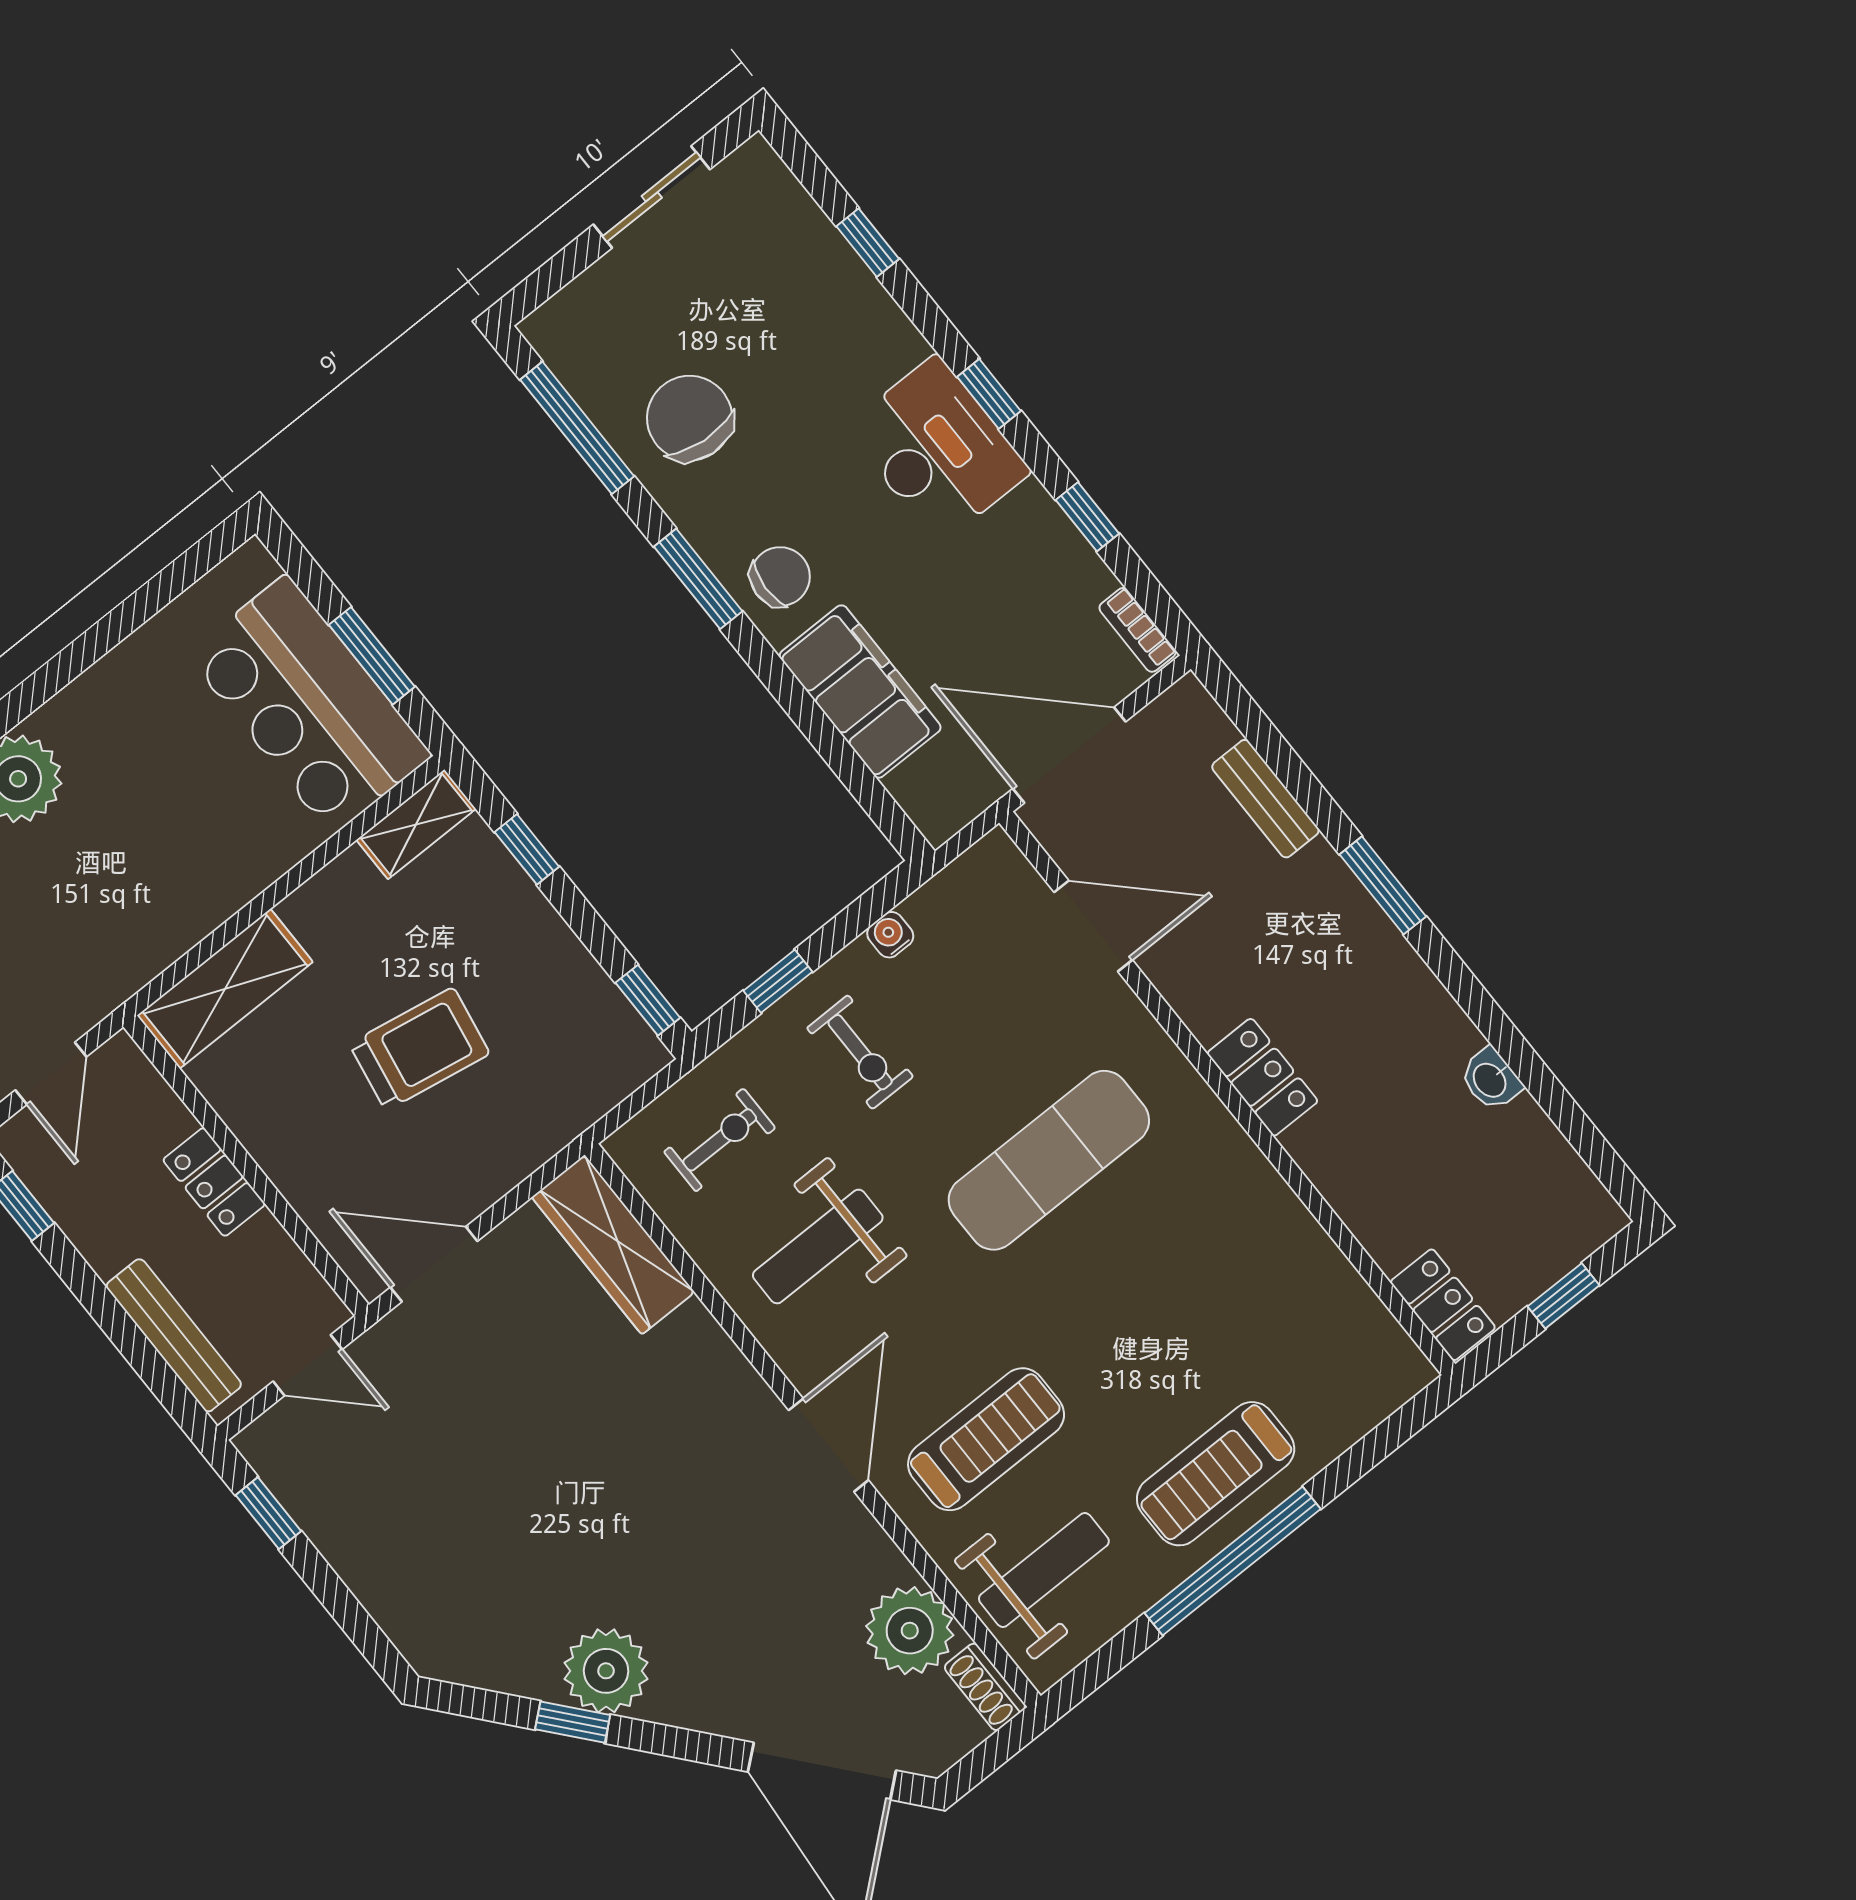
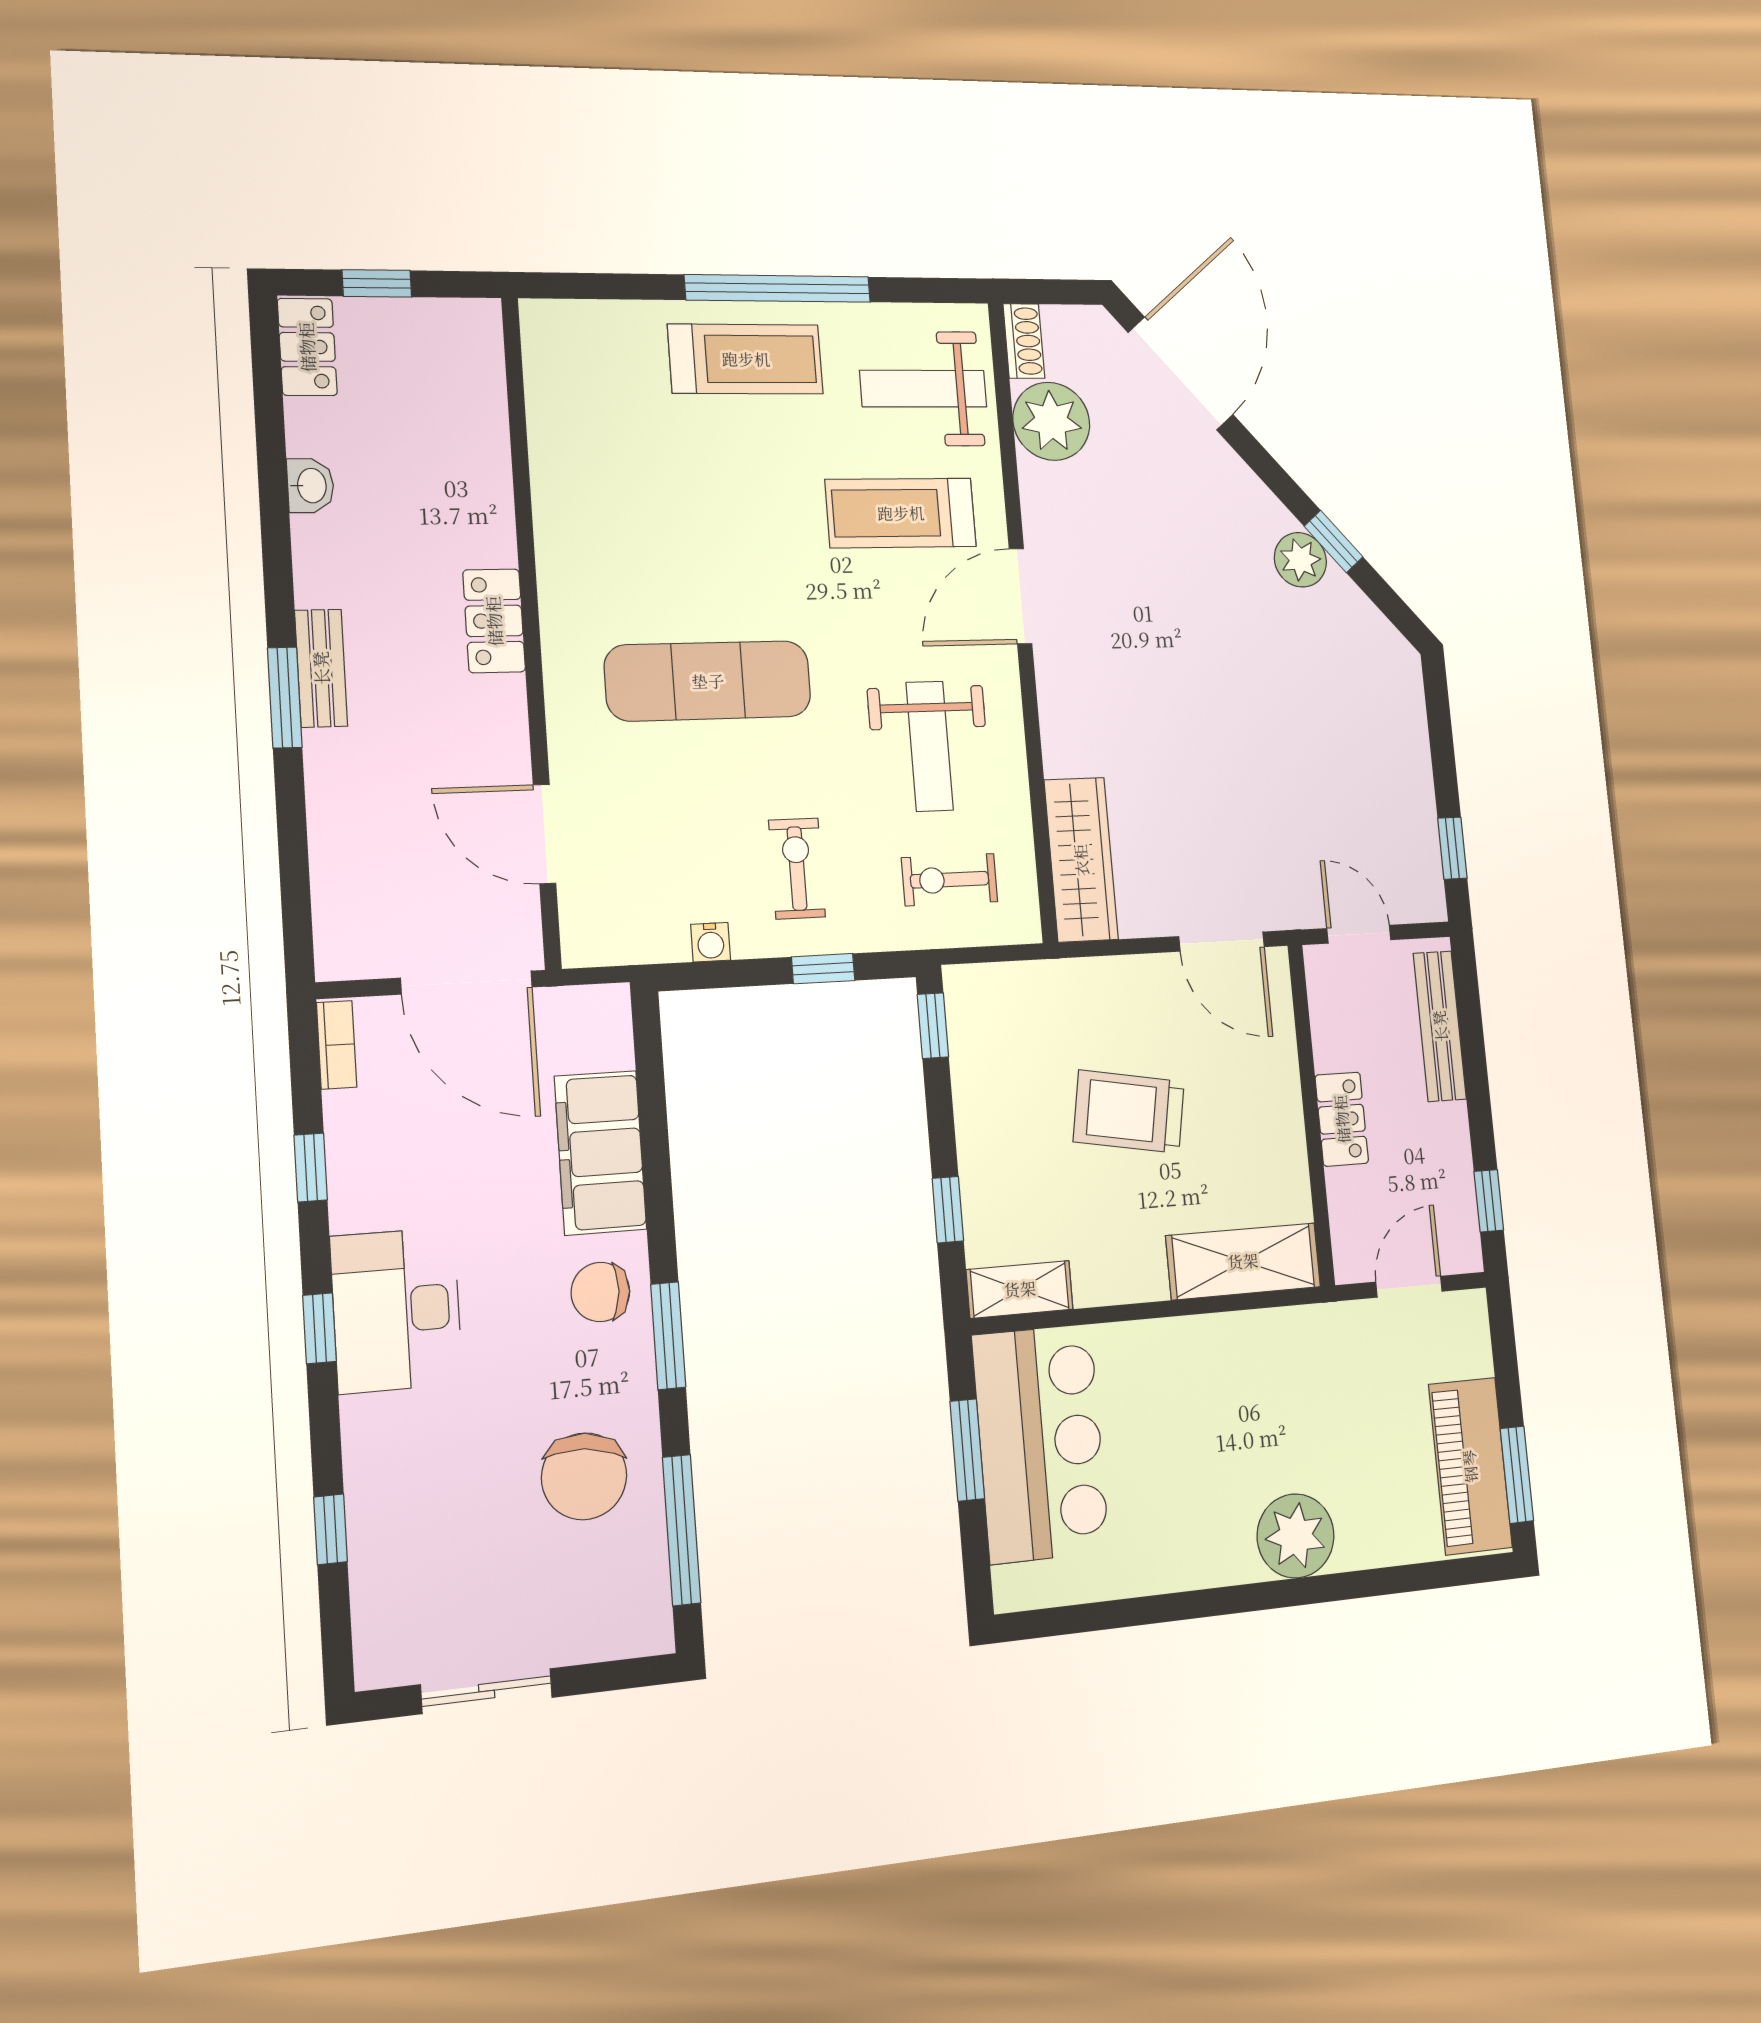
bench: (1265, 799) -> (321, 668), moved
weight bench: (818, 1246) -> (930, 746), turned 90
locker: (1443, 1305) -> (307, 347), moved, turned 180
plant: (606, 1671) -> (1300, 560), width x0.73, depth x0.73

